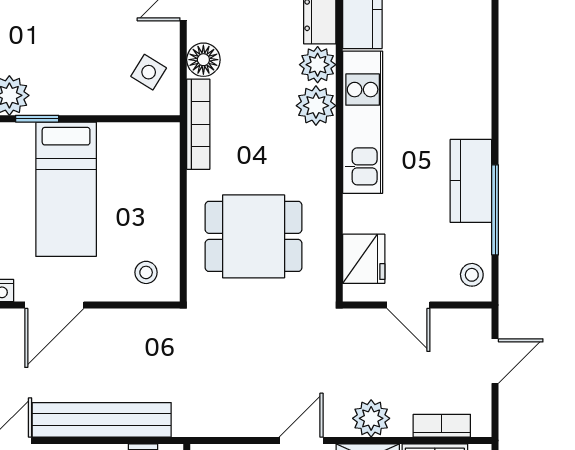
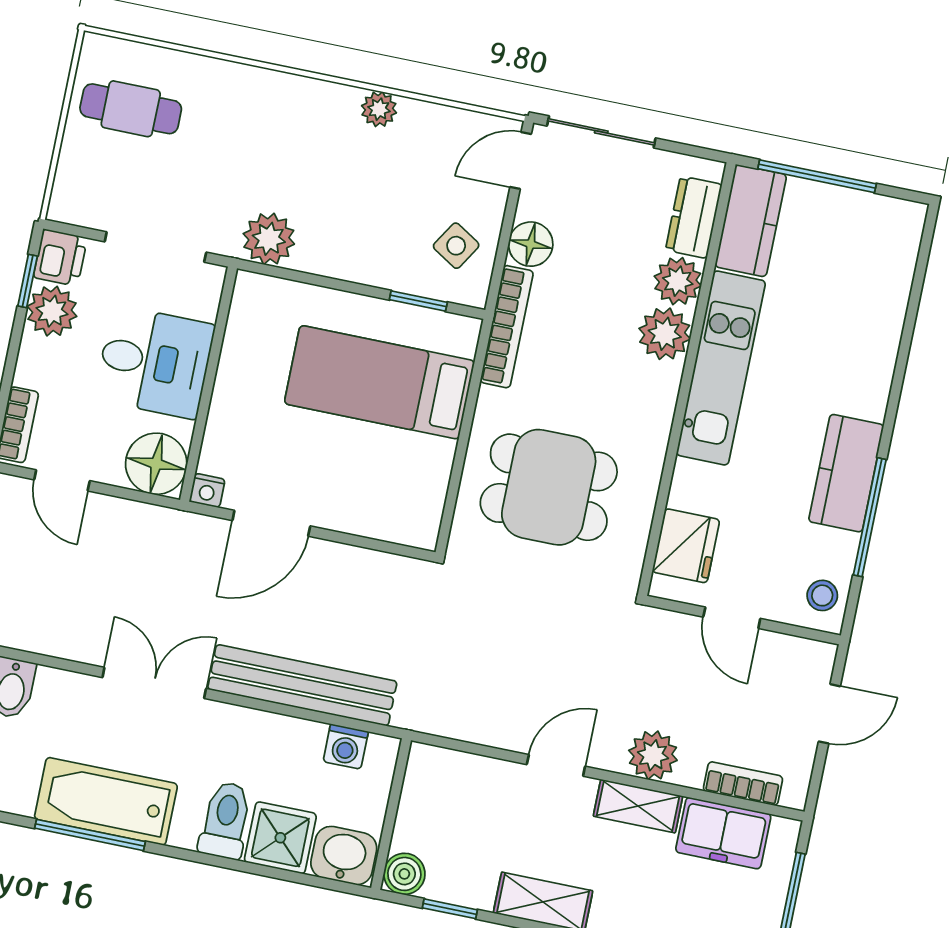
window: (37, 119) -> (418, 301), moved
bed: (66, 189) -> (379, 382), moved, turned 90
stool: (146, 272) -> (399, 505), removed

